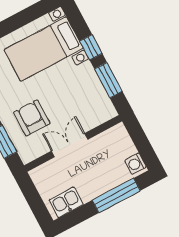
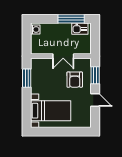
window: (91, 47) -> (27, 99), removed
window: (116, 195) -> (71, 19), moved

